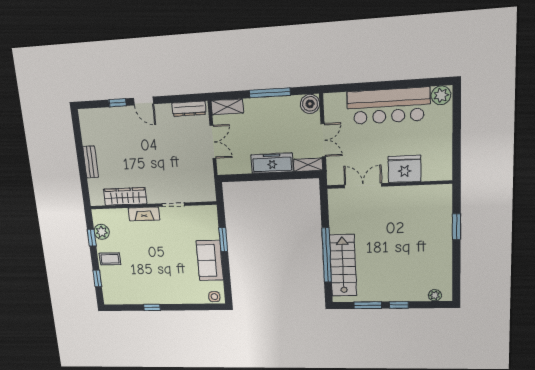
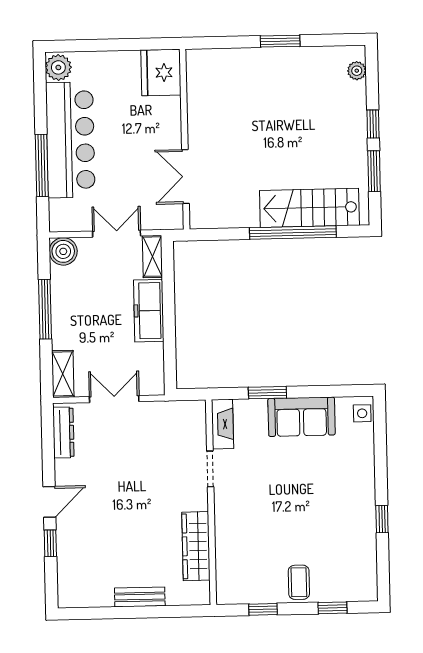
window: (370, 86) -> (42, 165), added
fridge: (405, 169) -> (161, 72), moved
fireplace: (144, 214) -> (222, 424), moved
window: (456, 227) -> (280, 41), moved
plant: (102, 232) -> (253, 591), removed

